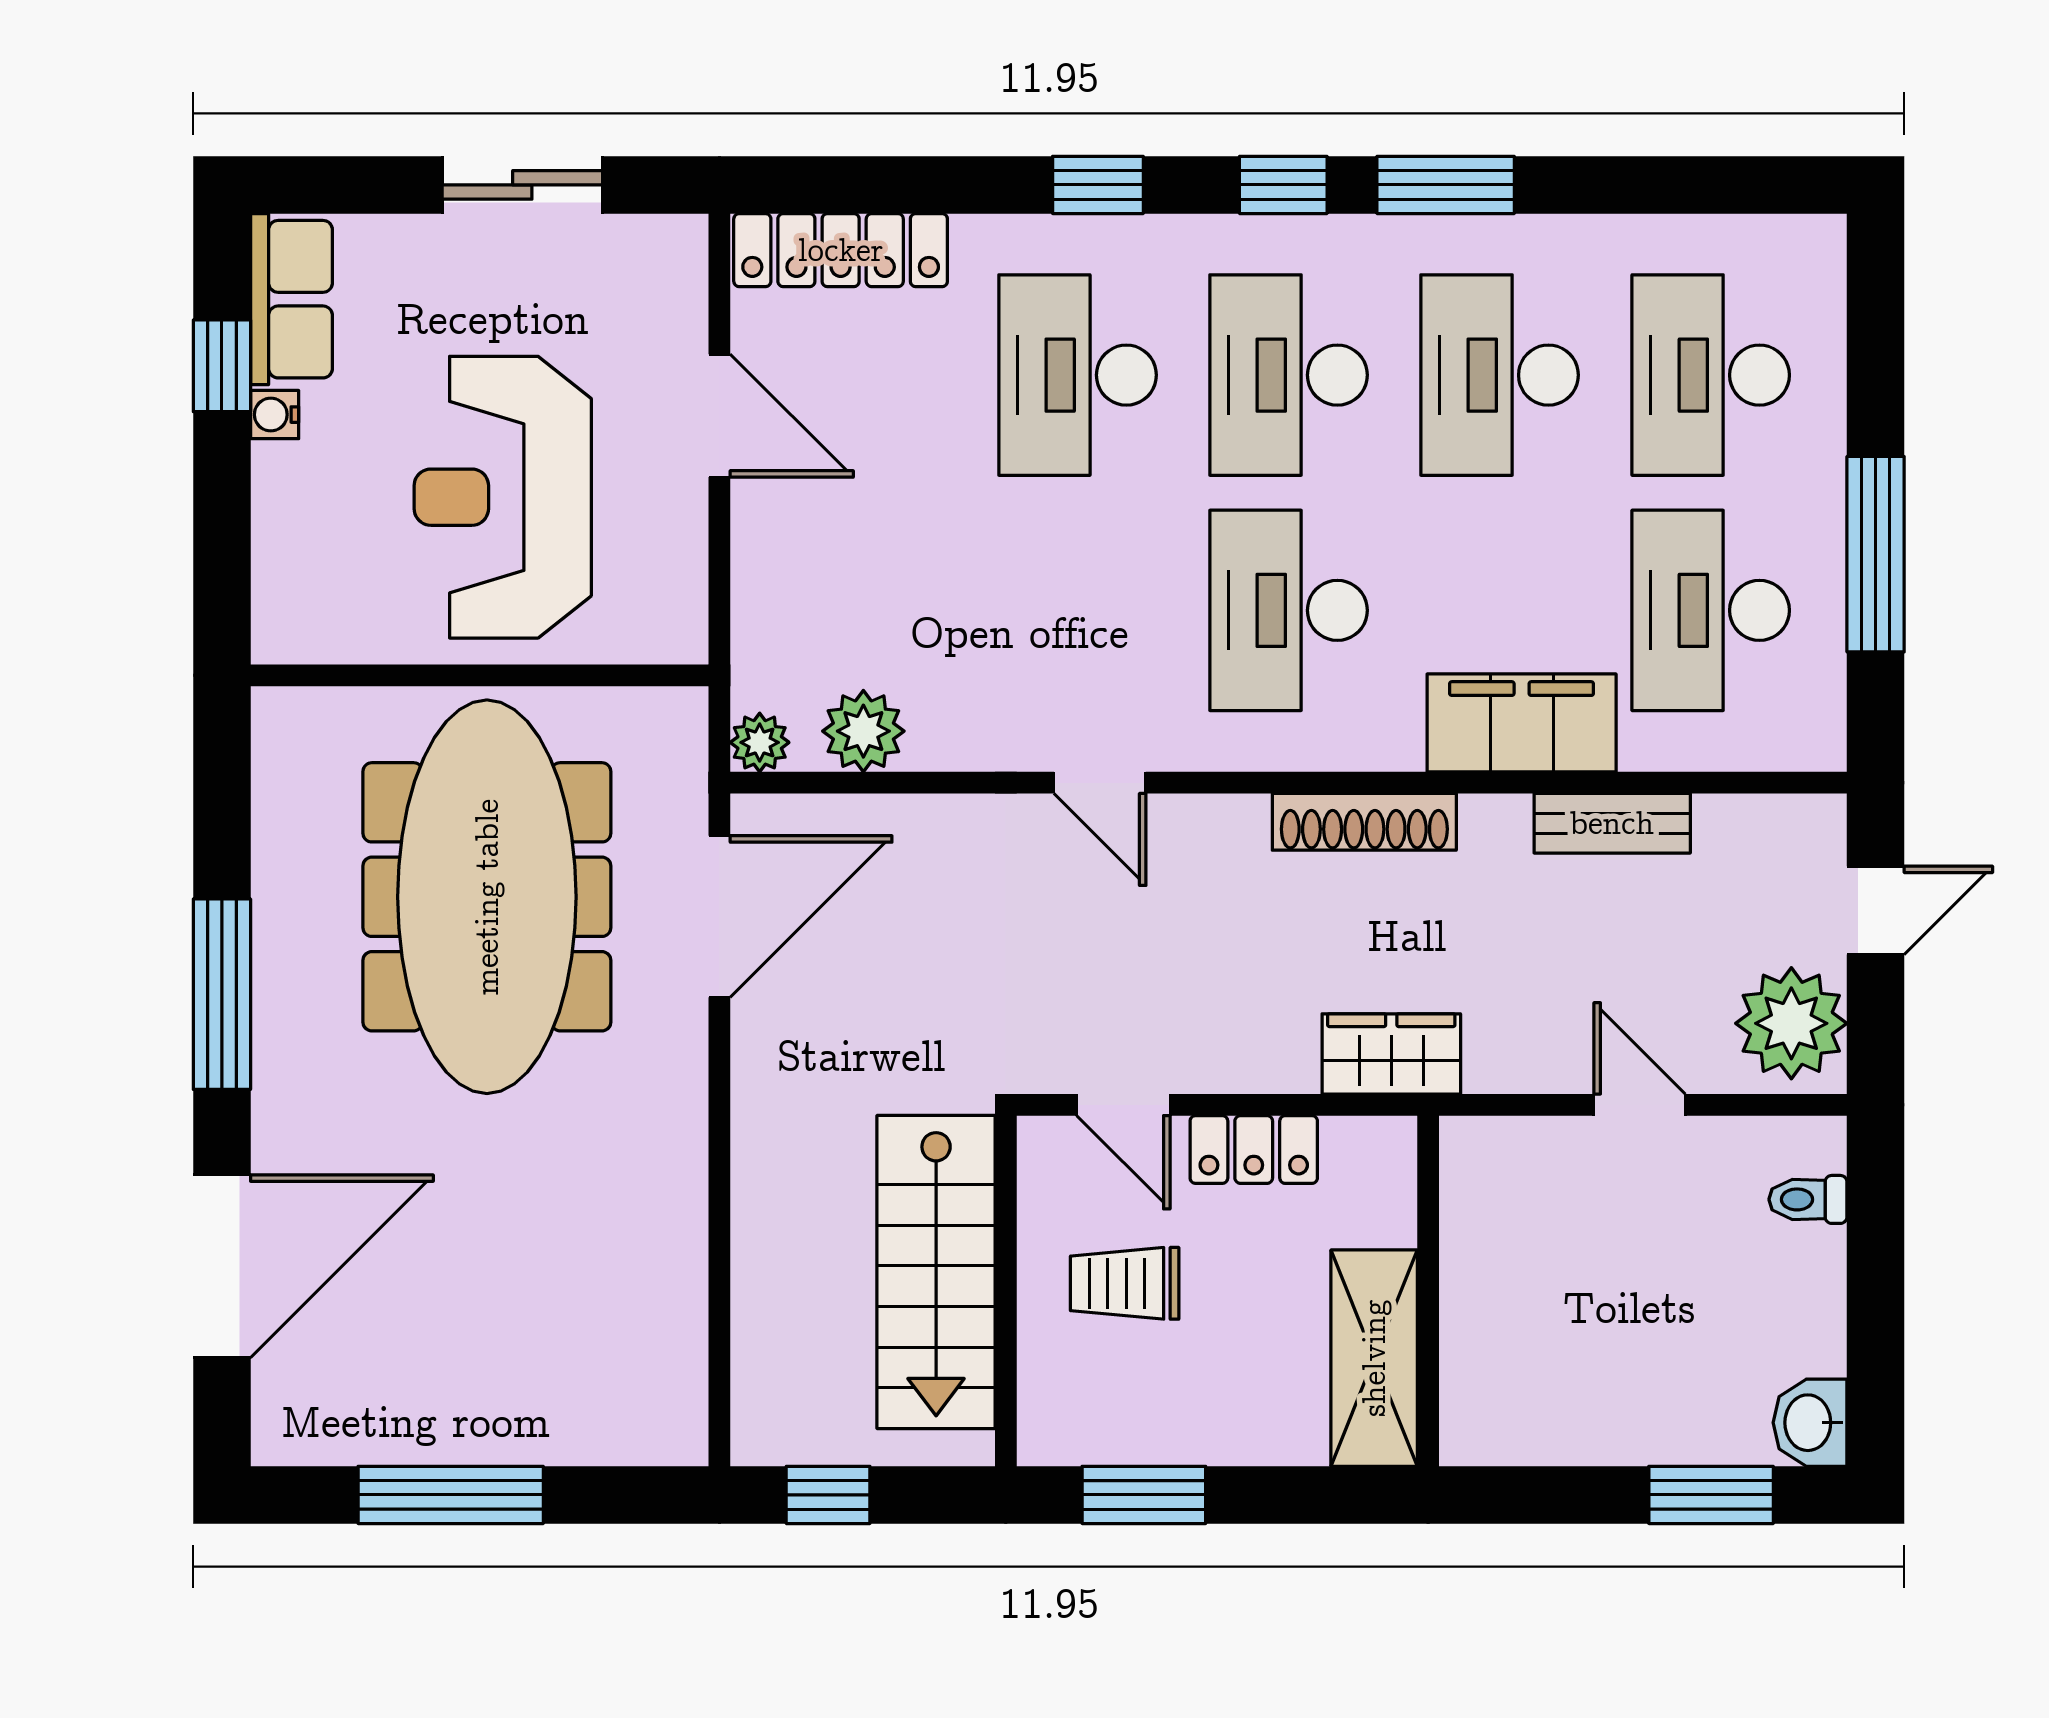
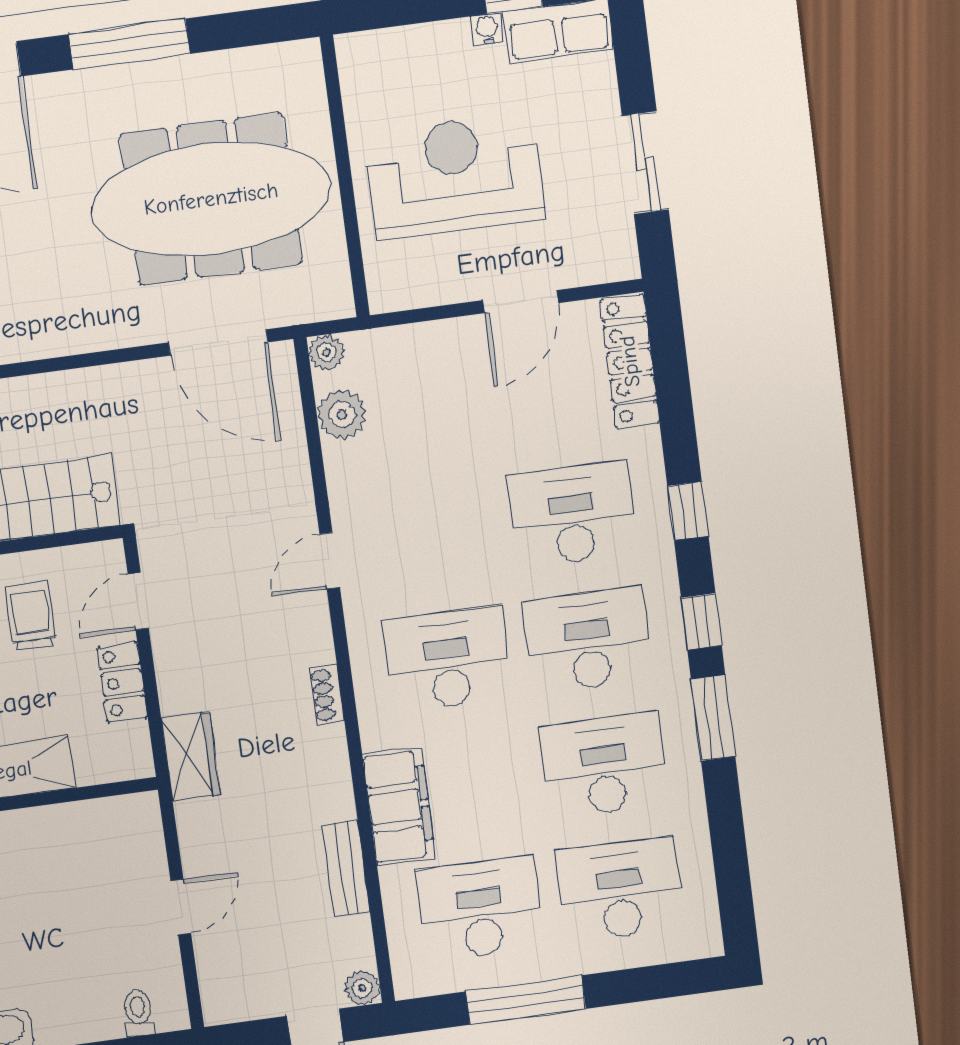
shoe rack: (1364, 822) -> (327, 695), width x0.51, depth x0.81
plant: (1791, 1023) -> (362, 988), moved, width x0.53, depth x0.53

